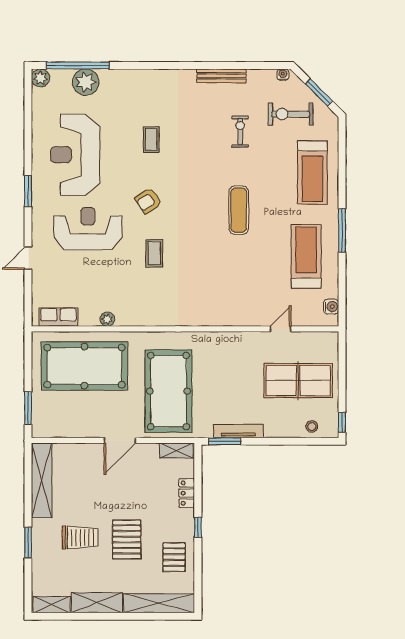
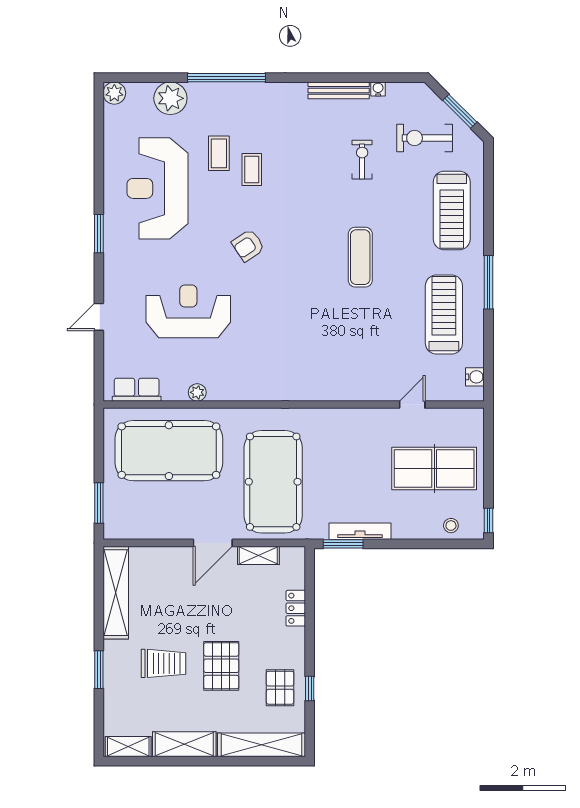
window: (78, 65) -> (227, 78), moved
water cooler: (283, 75) -> (378, 89), moved
reception desk: (88, 229) -> (188, 311), moved
coffee table: (154, 253) -> (219, 153), moved
shelving: (176, 451) -> (258, 555), moved
window: (198, 527) -> (310, 688), moved

